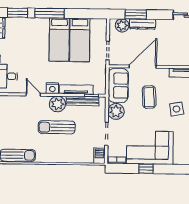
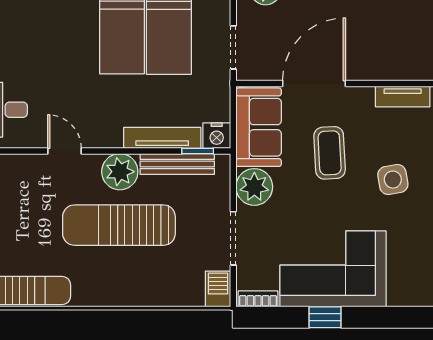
nightstand: (52, 88) -> (217, 136), moved
sun lounger: (57, 127) -> (119, 225), width x1.36, depth x1.34

